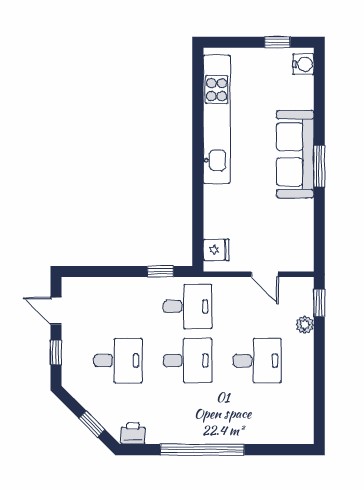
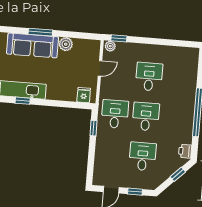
window: (198, 145) -> (23, 101), added
plant: (302, 212) -> (66, 44), added
plant: (305, 325) -> (110, 46), moved

